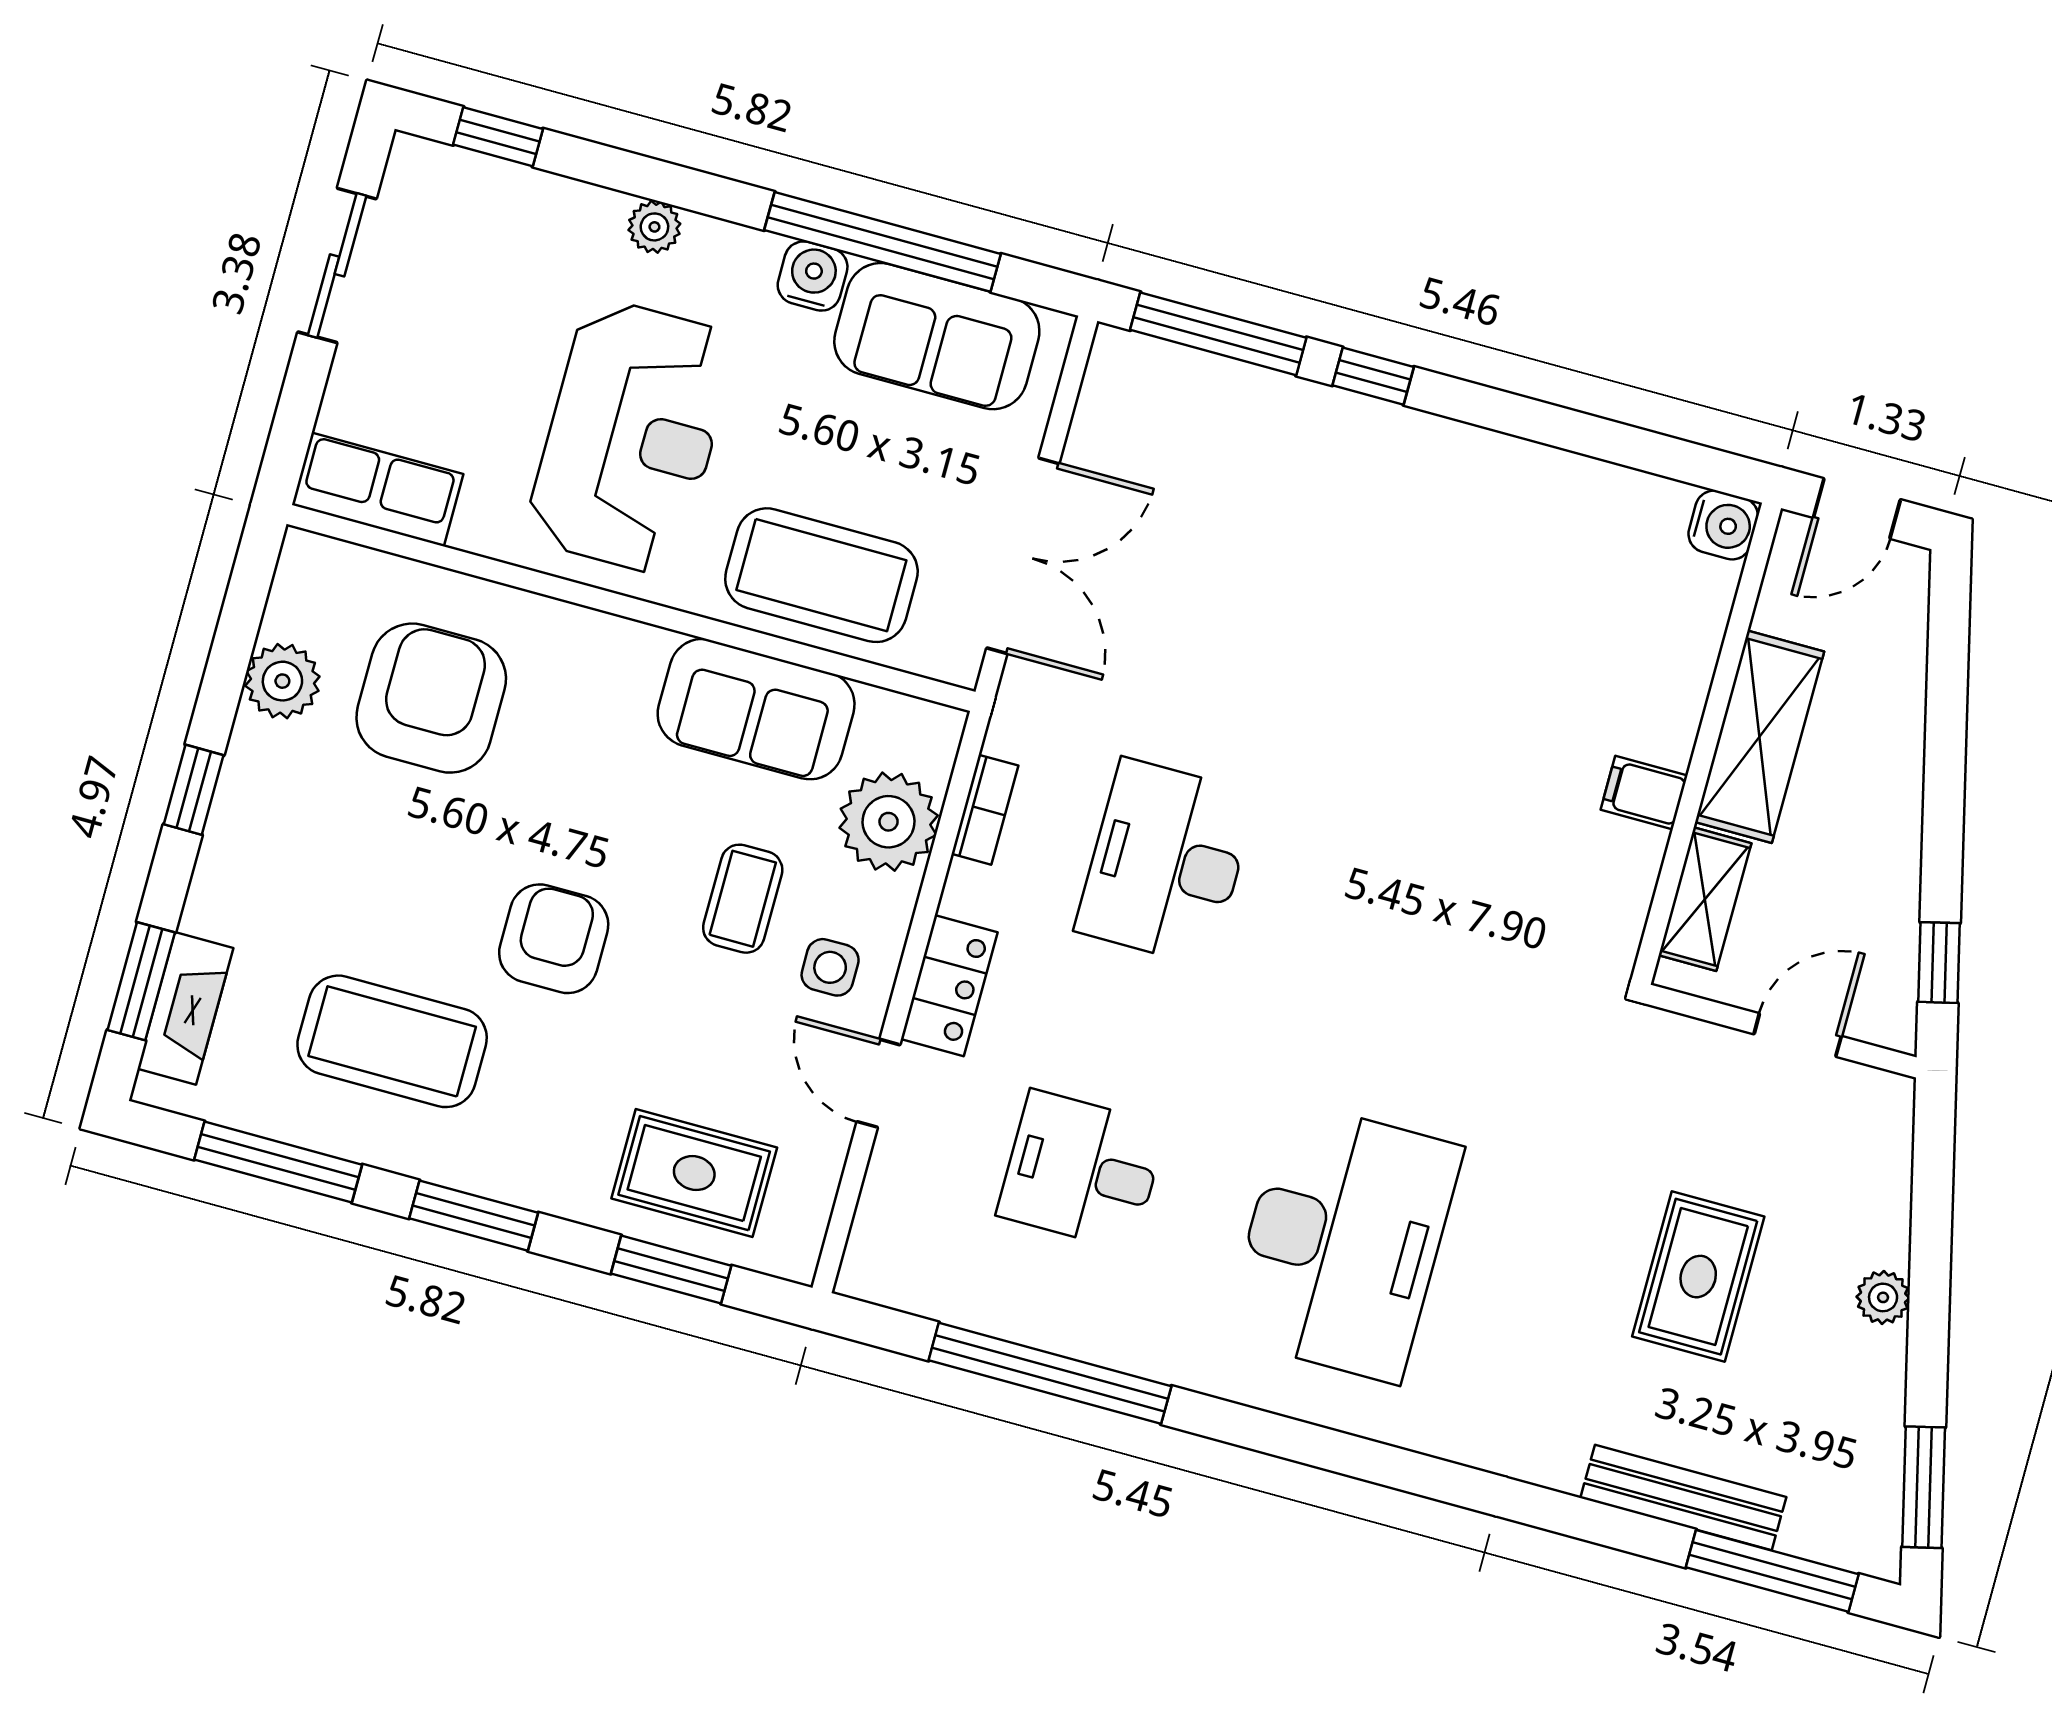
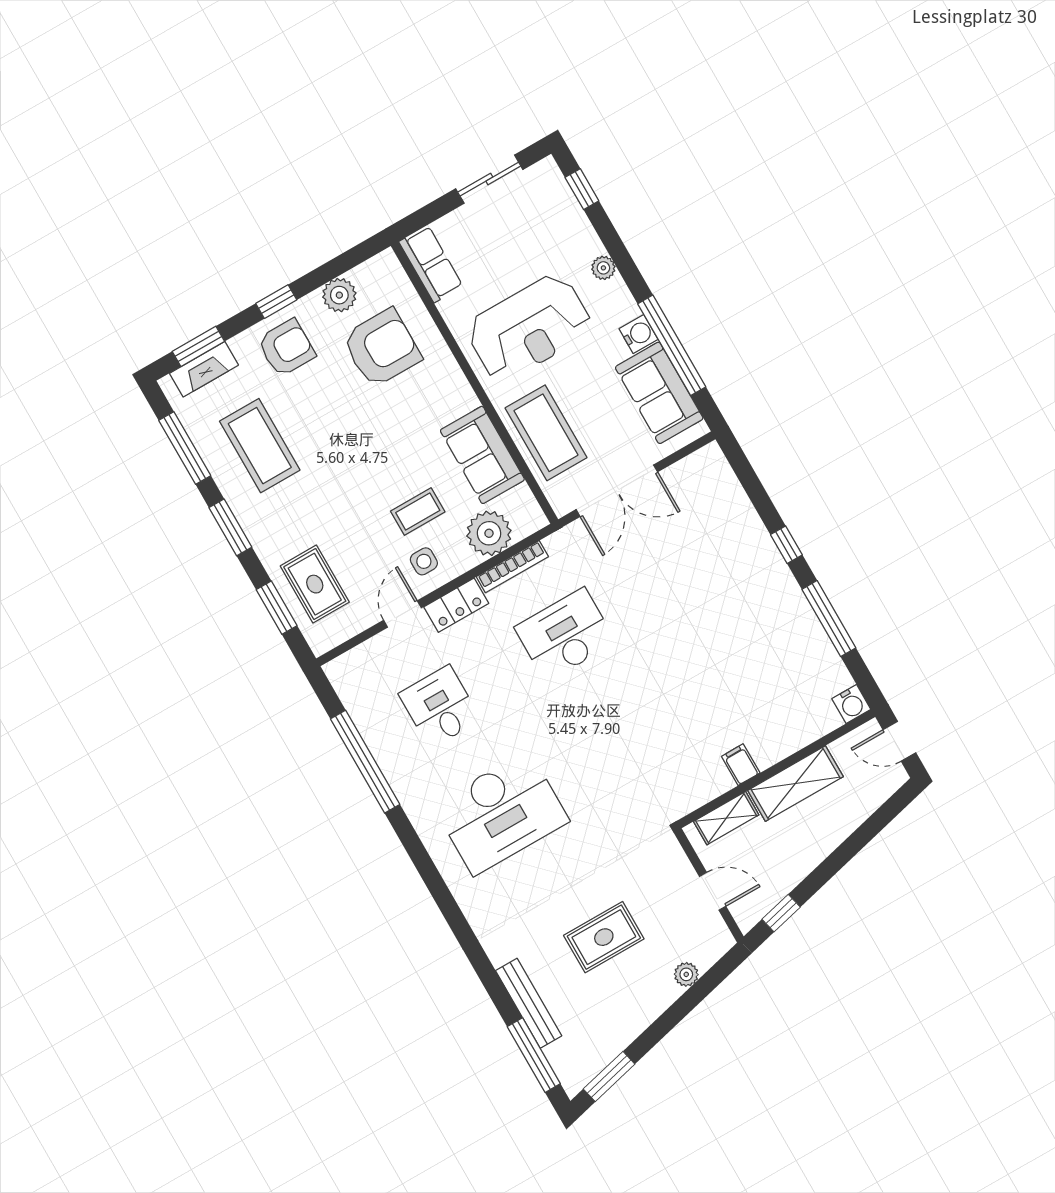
window: (1218, 334) -> (829, 619), moved
bookcase: (985, 810) -> (512, 567), width x1.56
armchair: (554, 939) -> (286, 348), moved
plant: (1883, 1297) -> (686, 974), moved

